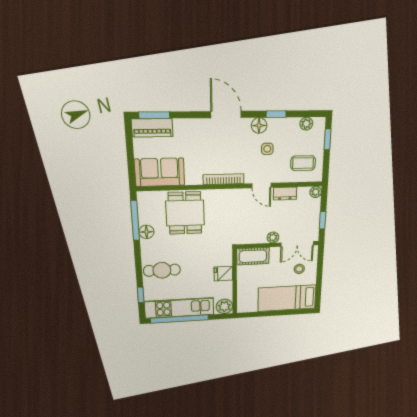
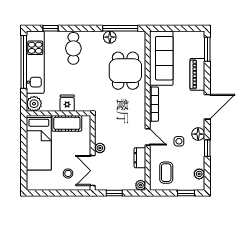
piano: (152, 128) -> (197, 74), moved
sofa: (160, 172) -> (161, 58), width x1.36
door: (262, 186) -> (148, 137), swing flipped
dining table: (185, 213) -> (125, 71), turned 90
cot: (253, 256) -> (67, 123), moved, turned 90
bed: (287, 298) -> (39, 143), moved, turned 180

